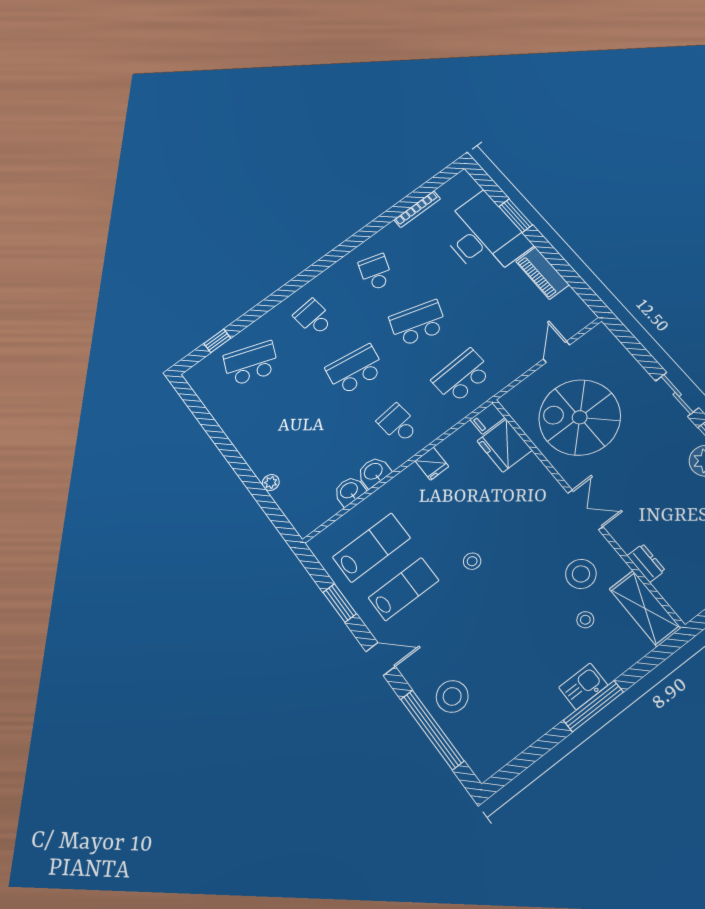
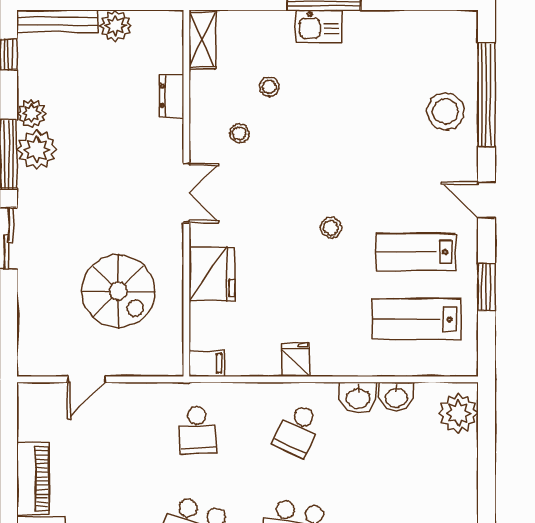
school desk: (462, 376) -> (197, 430), width x0.54
spiral stairs: (580, 417) -> (118, 291), width x0.73, depth x0.73
school desk: (398, 424) -> (298, 430), turned 30
fridge: (505, 446) -> (212, 274), moved
plant: (271, 482) -> (458, 413), moved, width x1.88, depth x1.88
double door: (585, 510) -> (186, 193), swing flipped
stool: (581, 574) -> (239, 133), width x0.53, depth x0.53
shelving: (645, 608) -> (202, 39), width x0.67, depth x0.75

